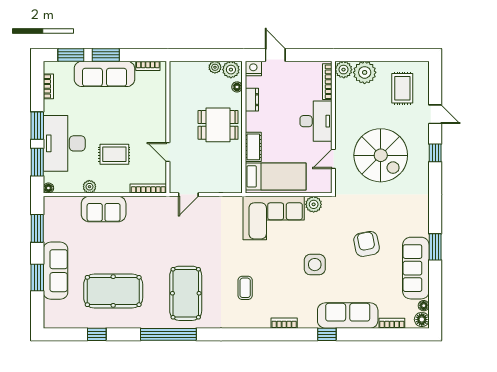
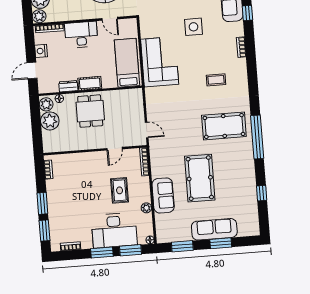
plant: (215, 67) -> (50, 121), width x1.88, depth x1.88
nightstand: (253, 68) -> (41, 51), moved
sofa: (104, 74) -> (57, 203), removed
cot: (253, 147) -> (90, 83), moved
plant: (314, 204) -> (146, 31), removed
pool table: (113, 291) -> (200, 178), moved

